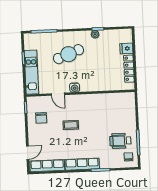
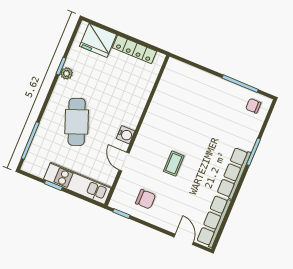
fridge: (126, 49) -> (98, 40), width x1.88, depth x1.34
door: (58, 94) -> (124, 162), swing flipped
wheelchair: (120, 141) -> (226, 107), removed

